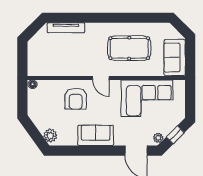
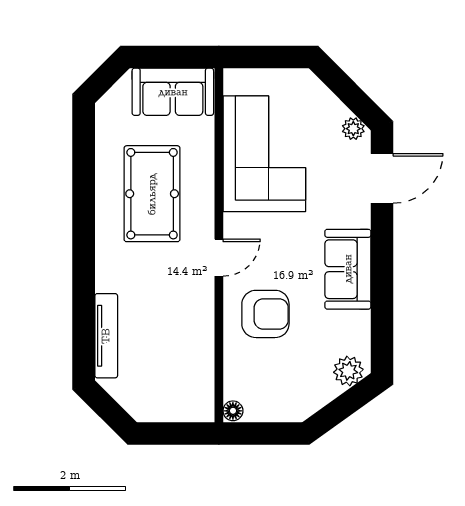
window: (175, 135) -> (346, 90), removed

